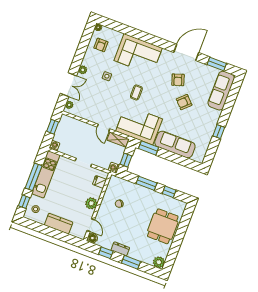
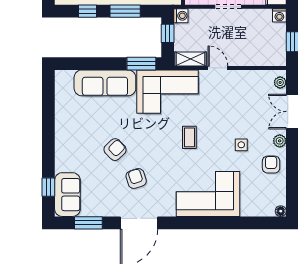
armchair: (101, 45) -> (271, 165), moved
sofa: (221, 91) -> (67, 195), width x0.73
window: (219, 132) -> (48, 187), moved

